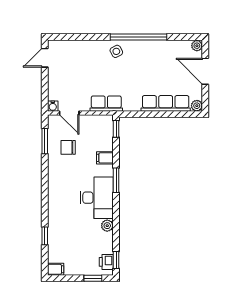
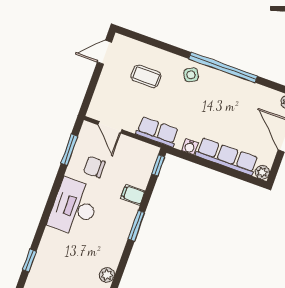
coffee table: (83, 65) -> (146, 76), added
water cooler: (53, 106) -> (190, 147), moved
desk: (97, 198) -> (74, 207), moved, turned 180

